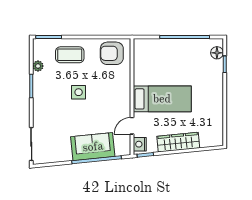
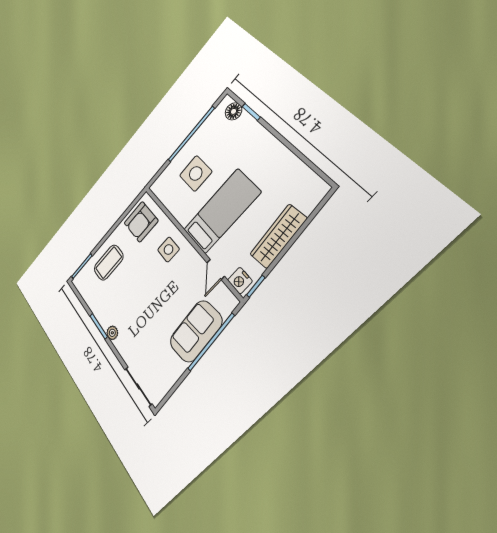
side table: (167, 63) -> (196, 173), added
plant: (38, 66) -> (112, 333), moved
side table: (79, 92) -> (168, 250), moved

